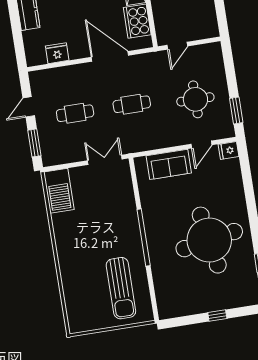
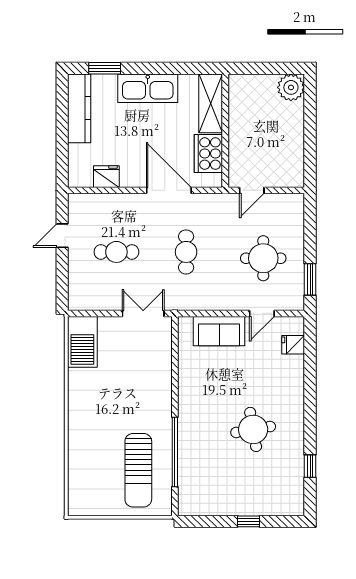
cafe table: (132, 104) -> (186, 252), turned 90
window: (34, 143) -> (62, 280), removed
fridge: (229, 150) -> (293, 345), moved
window: (144, 238) -> (175, 452), moved
round table: (209, 240) -> (253, 429), width x0.54, depth x0.54

